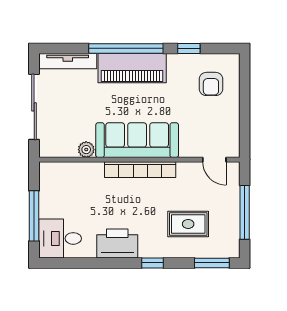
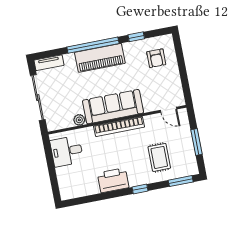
tv unit: (68, 61) -> (49, 63), width x0.71
window: (245, 212) -> (197, 142), width x0.69
window: (34, 216) -> (52, 172), removed
rug: (188, 224) -> (159, 157), turned 90
desk: (60, 238) -> (67, 151), moved

